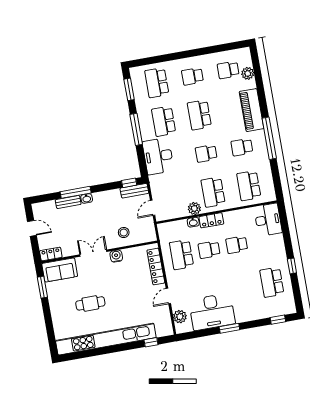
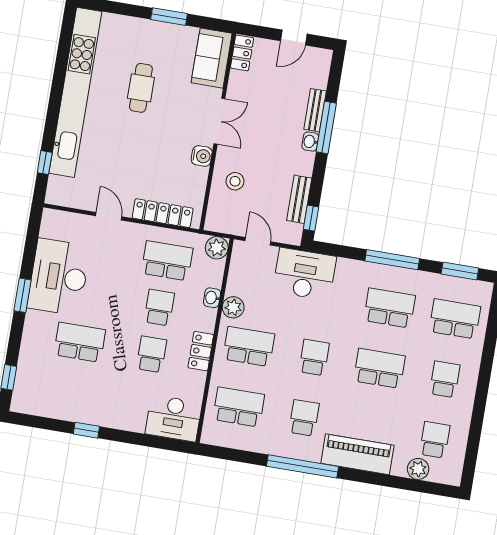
desk: (158, 156) -> (305, 274), moved
bench: (134, 191) -> (299, 199), moved
locker: (211, 220) -> (201, 351), moved
school desk: (272, 282) -> (80, 342), moved
window: (42, 287) -> (169, 17), moved
plant: (180, 317) -> (217, 248), moved

